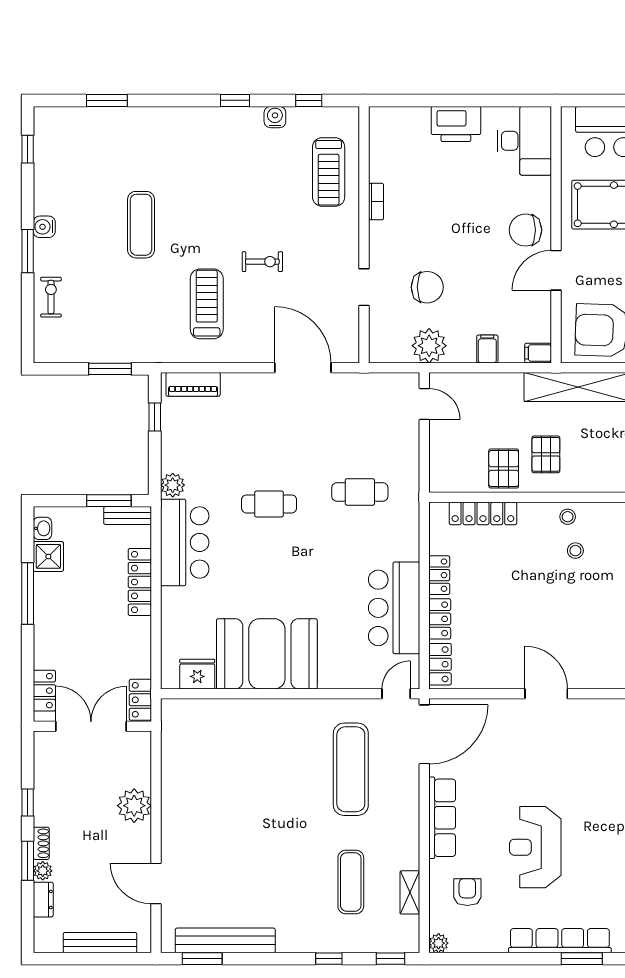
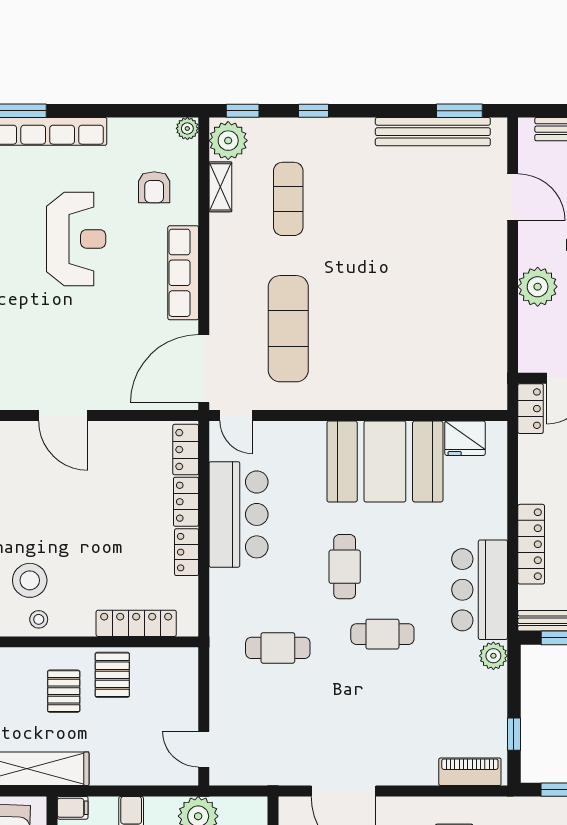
stool: (575, 551) -> (30, 580), width x1.89, depth x1.89
cafe table: (302, 562) -> (345, 567), added
door: (396, 694) -> (236, 416), hinge flipped
plant: (403, 933) -> (228, 141), added

